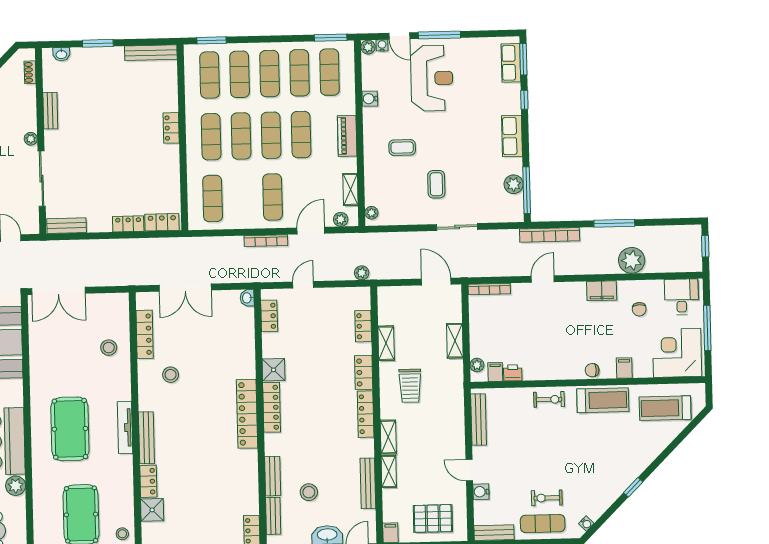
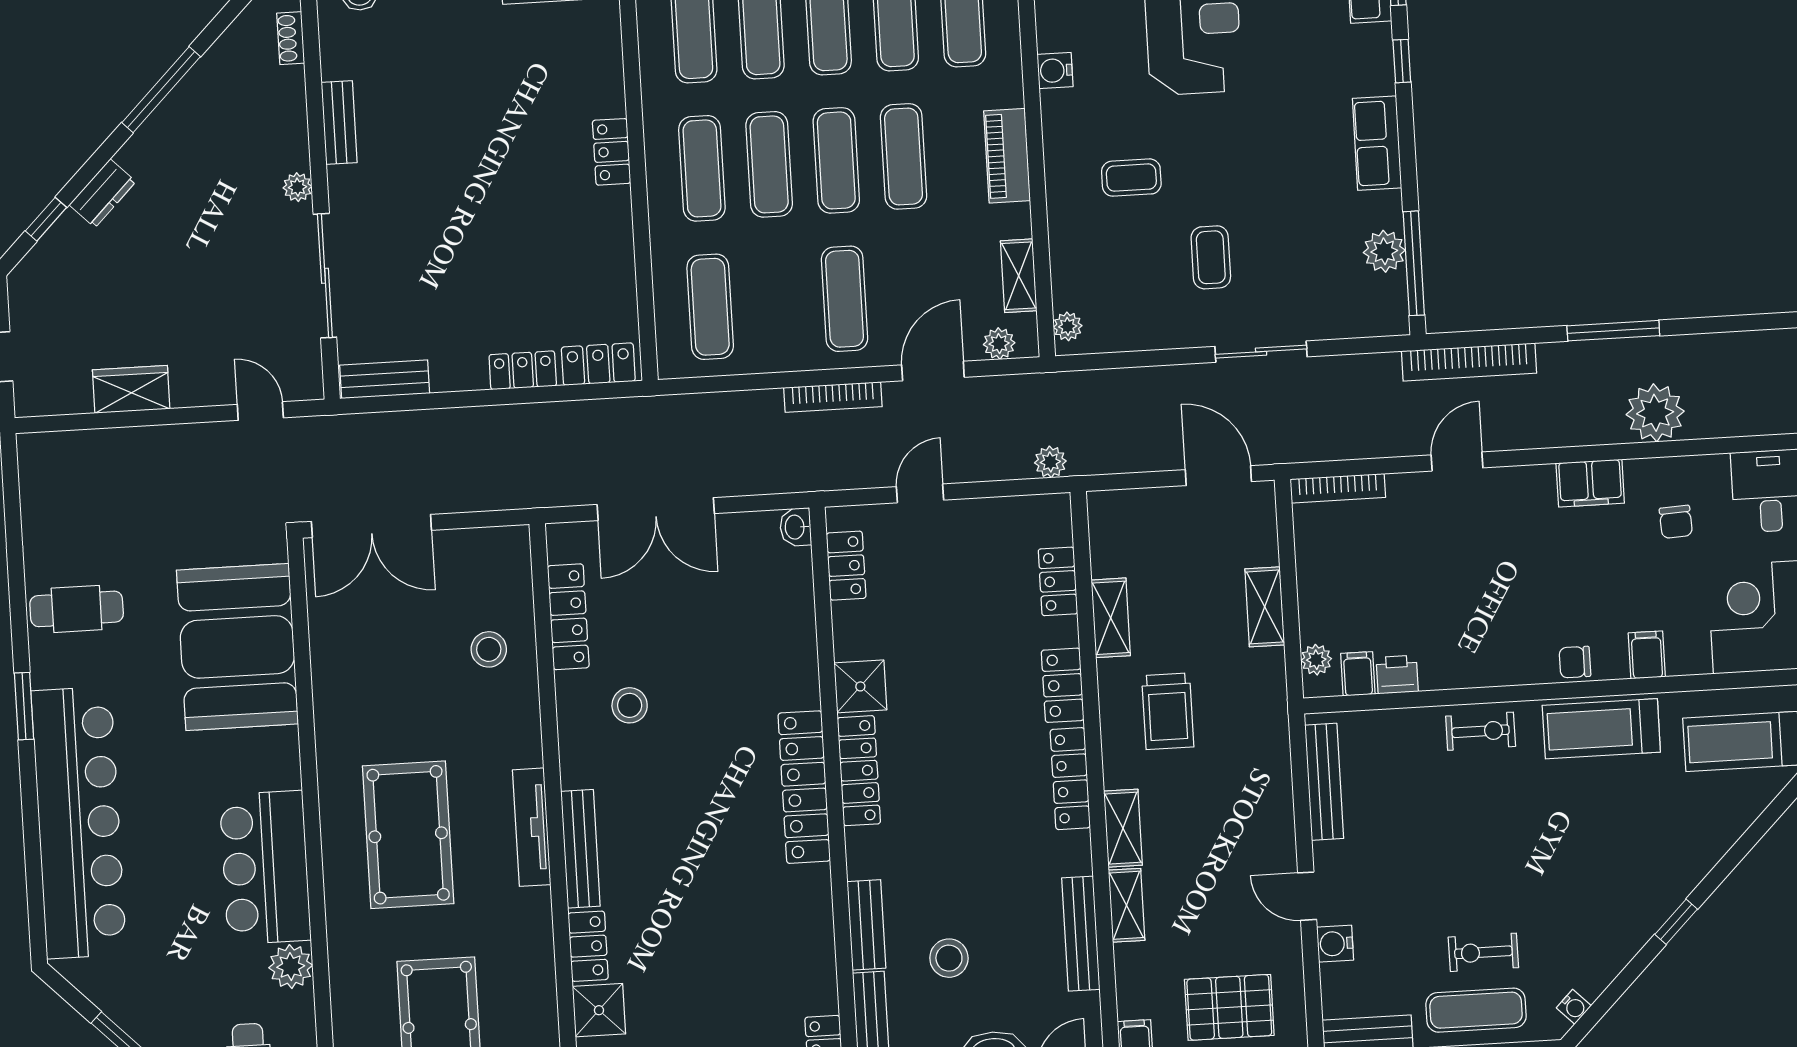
treadmill: (603, 400) -> (1601, 729), turned 180

